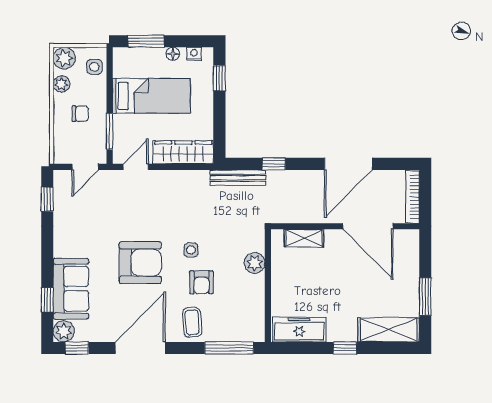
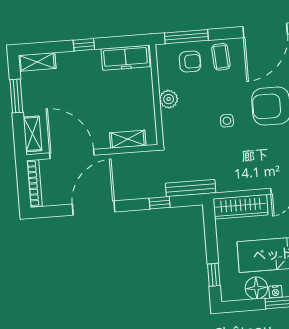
floor lamp: (173, 54) -> (256, 288), width x1.89, depth x1.89
nightstand: (194, 54) -> (276, 292), moved
shelving: (410, 252) -> (32, 134), added
plant: (255, 263) -> (169, 99), moved
armchair: (201, 282) -> (190, 62), moved, turned 90
shelving: (389, 330) -> (37, 62), width x0.67, depth x0.75

